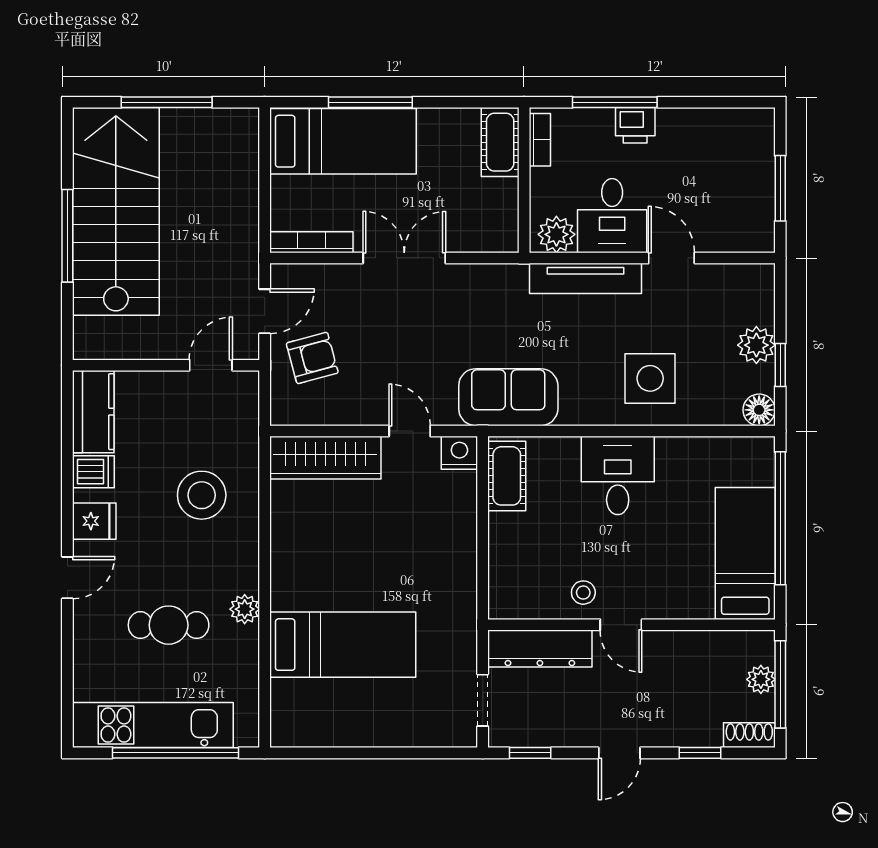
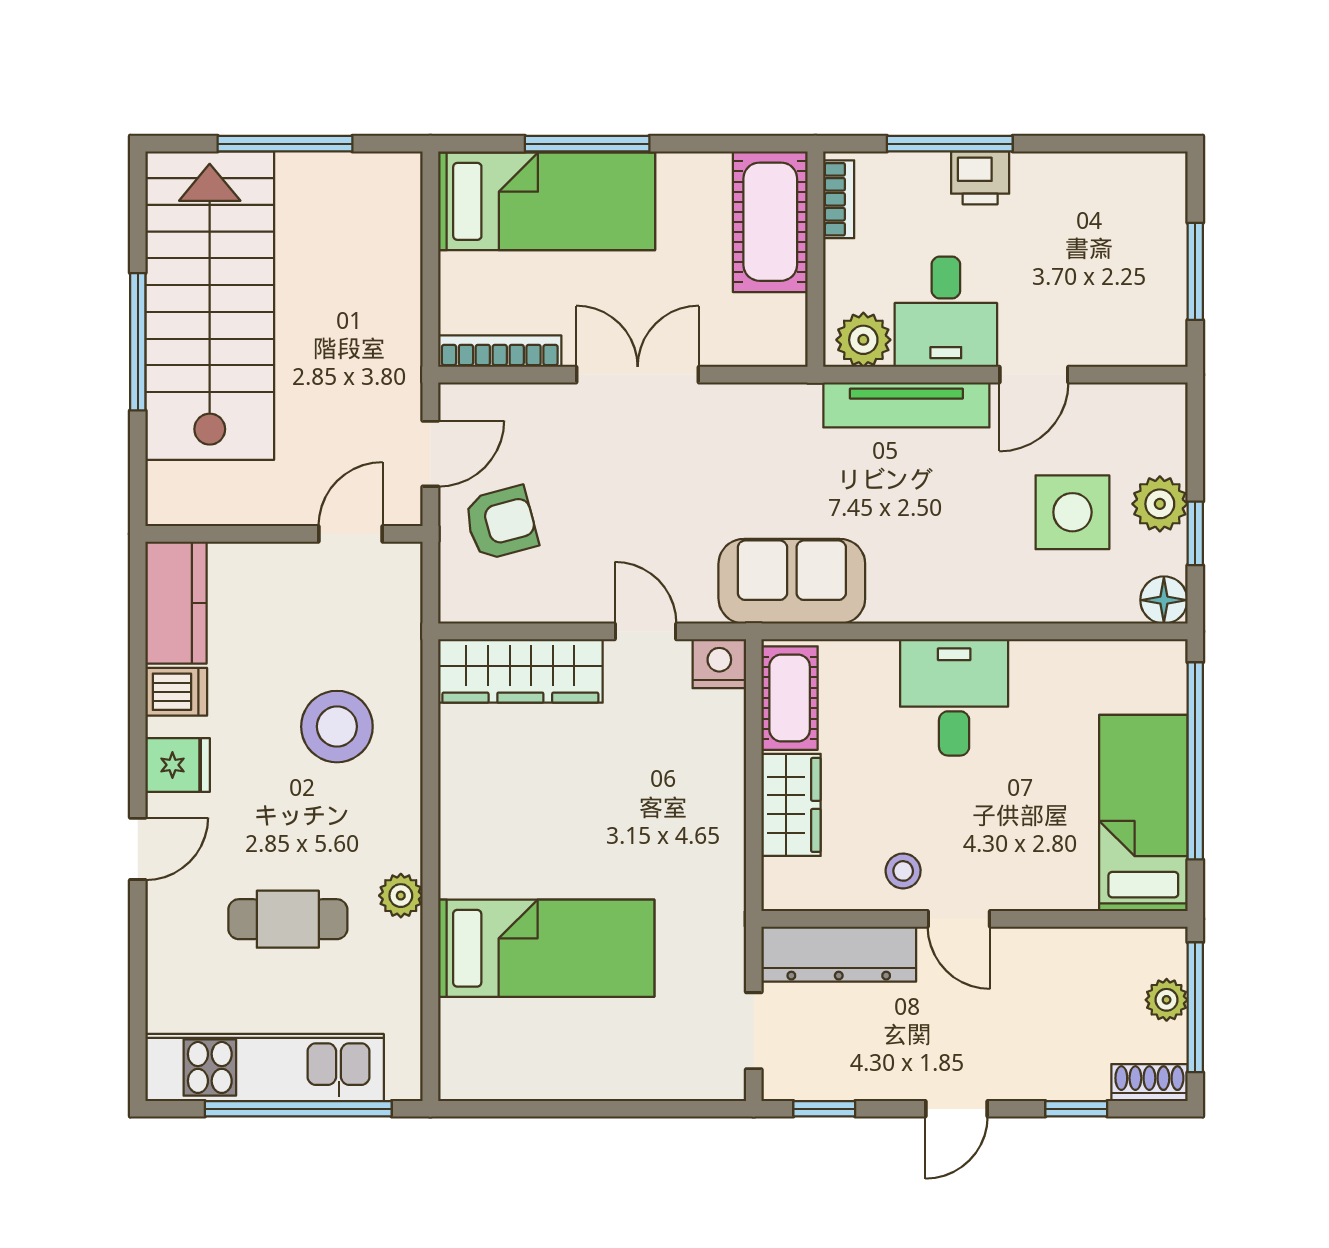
cot: (500, 142) -> (770, 222), width x1.37, depth x1.34
door: (671, 258) -> (1034, 375), swing flipped
side table: (650, 378) -> (1072, 512), moved
wardrobe: (508, 548) -> (791, 805), added

